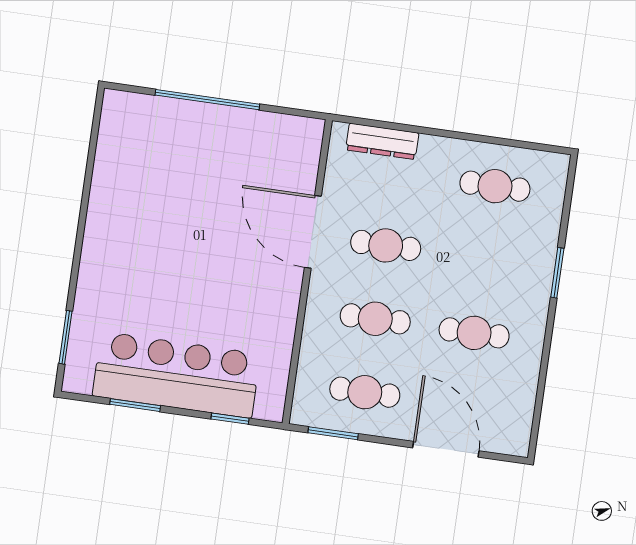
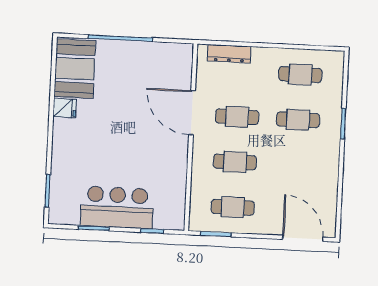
booth: (128, 142) -> (75, 69), added
fridge: (106, 205) -> (65, 108), added
cafe table: (474, 333) -> (298, 120), moved
bar counter: (176, 375) -> (117, 207), width x0.73
door: (446, 449) -> (303, 238), moved

